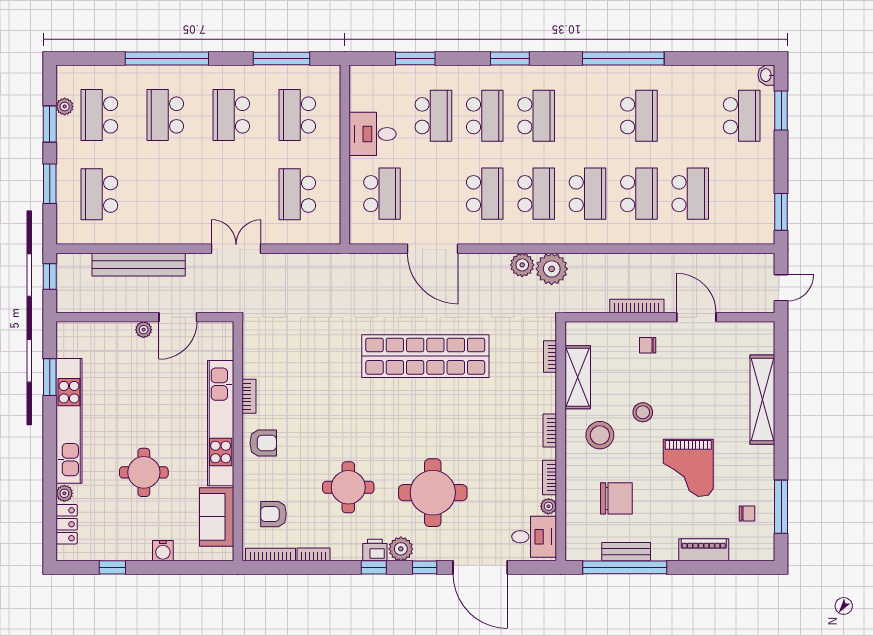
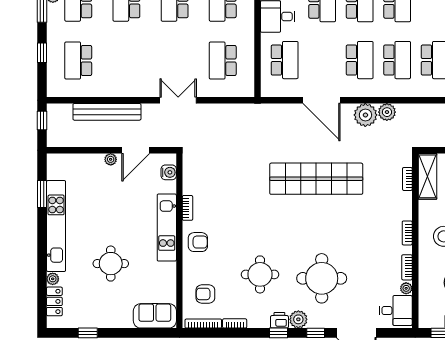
window: (50, 184) -> (42, 53), width x0.67
plant: (552, 269) -> (365, 115), moved
shelving: (578, 377) -> (427, 176), moved
kitchen unit: (221, 423) -> (167, 228), width x0.73
sofa: (217, 517) -> (155, 316), moved, turned 90
water cooler: (163, 551) -> (169, 172), moved, turned -90

